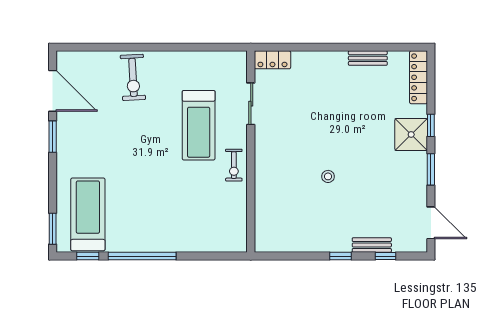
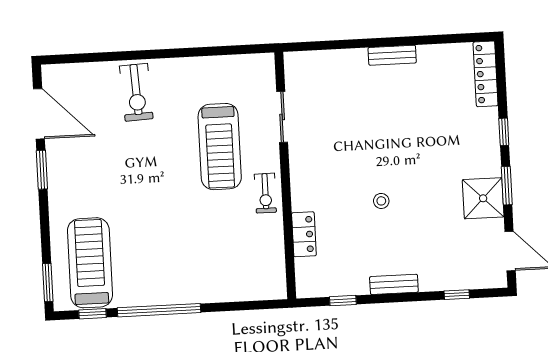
bench: (368, 58) -> (392, 55), moved
locker: (272, 60) -> (304, 234), moved, turned -90
shower: (411, 134) -> (483, 198), moved
bench: (372, 245) -> (394, 284), moved
window: (341, 256) -> (343, 301), moved

